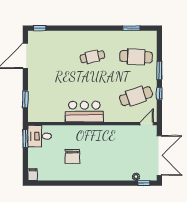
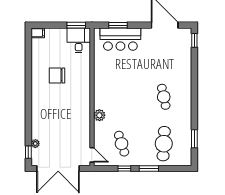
cafe table: (136, 96) -> (122, 144), width x0.73, depth x0.74
bar counter: (84, 112) -> (120, 39), moved, turned 90
plant: (110, 117) -> (99, 115), added

